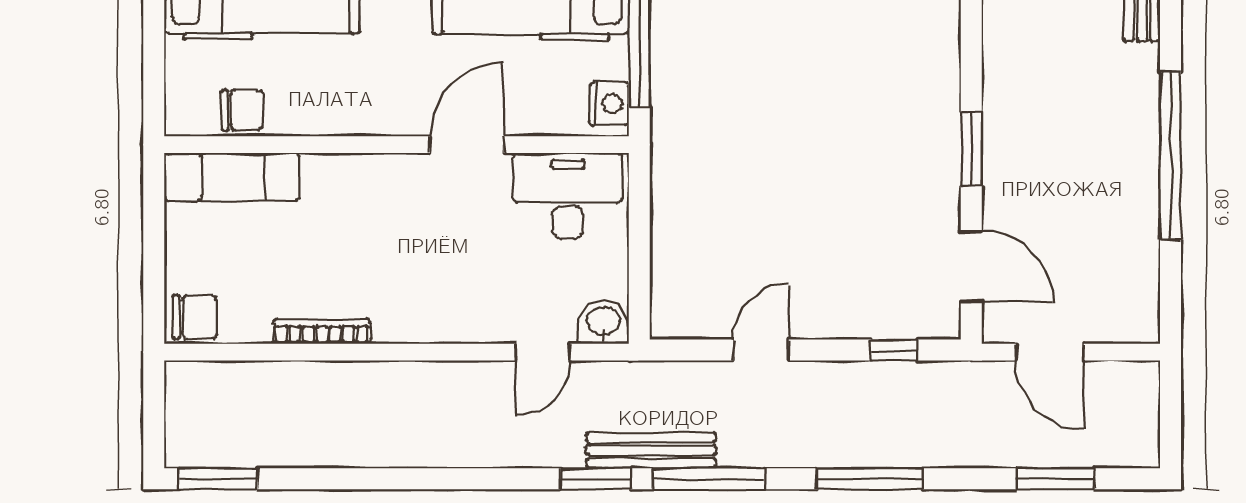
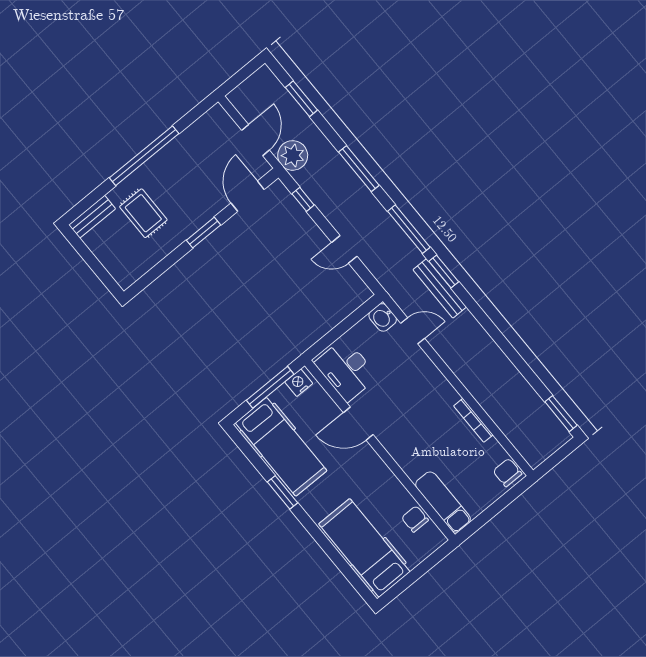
rug: (1080, 79) -> (143, 213), added
plant: (977, 391) -> (293, 155), added
bench: (651, 450) -> (440, 288), moved

